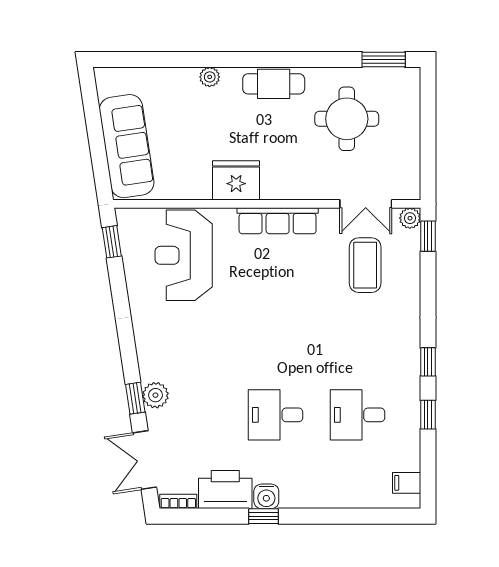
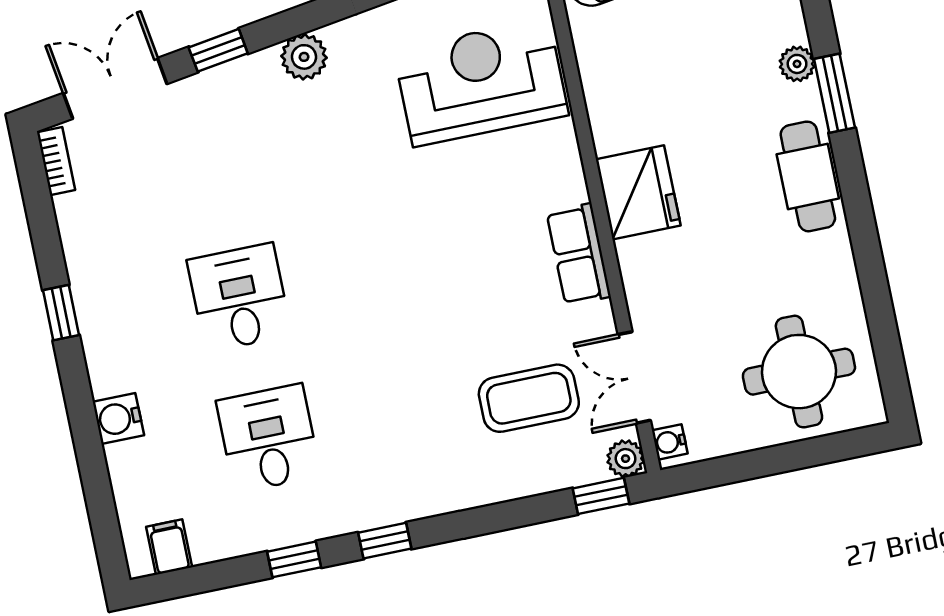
window: (384, 59) -> (834, 93), moved
round table: (347, 119) -> (799, 372), moved
fridge: (236, 180) -> (638, 192), moved
water cooler: (406, 192) -> (670, 442), added
row of seats: (278, 221) -> (579, 254), width x0.68
plant: (155, 395) -> (304, 57), moved
printer: (225, 490) -> (93, 238), removed
water cooler: (266, 496) -> (118, 418), moved

